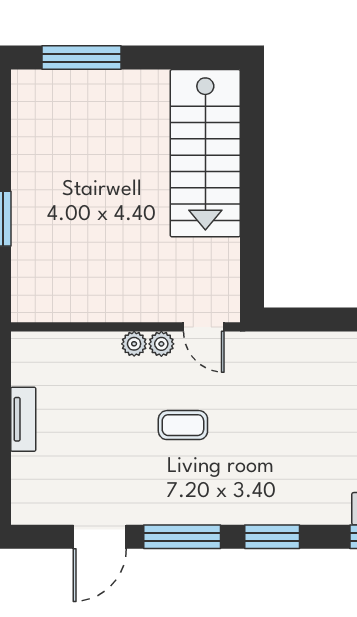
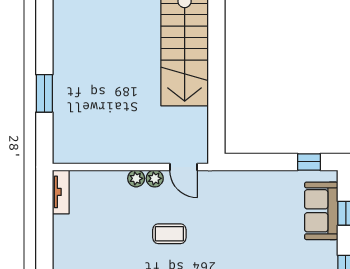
tv unit: (23, 419) -> (61, 192), moved

